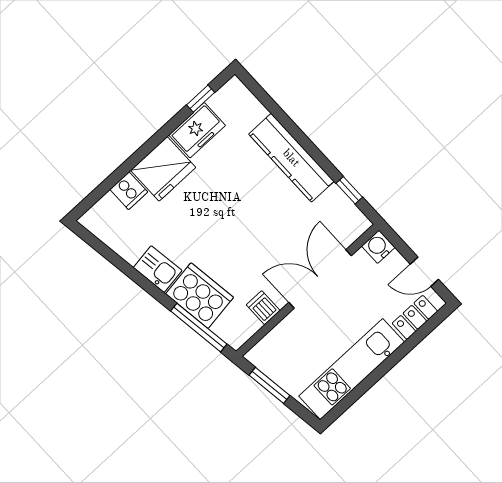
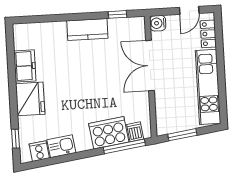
window: (201, 99) -> (16, 139), moved
kitchen counter: (291, 158) -> (87, 29), width x0.67
cooker: (129, 191) -> (39, 151), moved, turned -98
kitchen sink: (158, 269) -> (61, 146), moved
dishwasher: (263, 308) -> (135, 132), moved, turned 82

